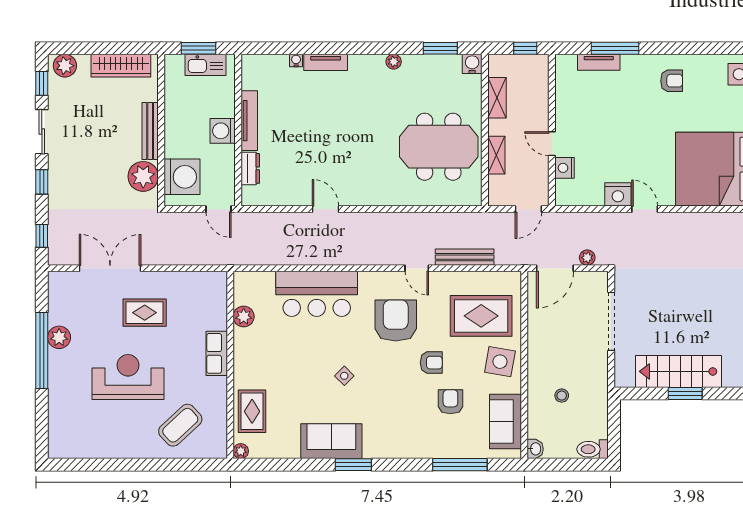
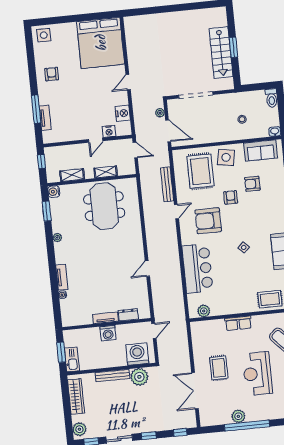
kitchen sink: (205, 65) -> (72, 359), moved
tv unit: (249, 121) -> (105, 318), width x0.71
nightstand: (618, 194) -> (123, 113), moved
plant: (244, 317) -> (204, 311), moved

